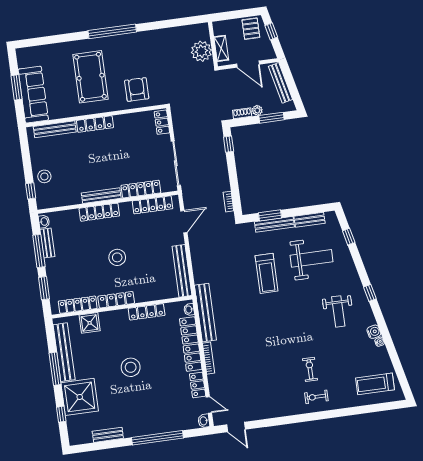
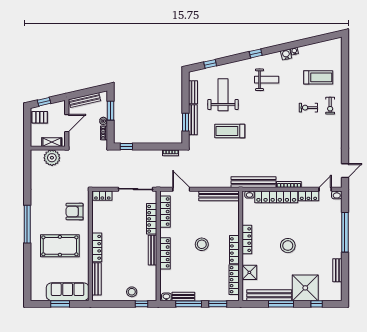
treadmill: (267, 273) -> (230, 131), turned 180
locker: (147, 312) -> (247, 240), moved
treadmill: (375, 384) -> (318, 77), moved, turned -90

